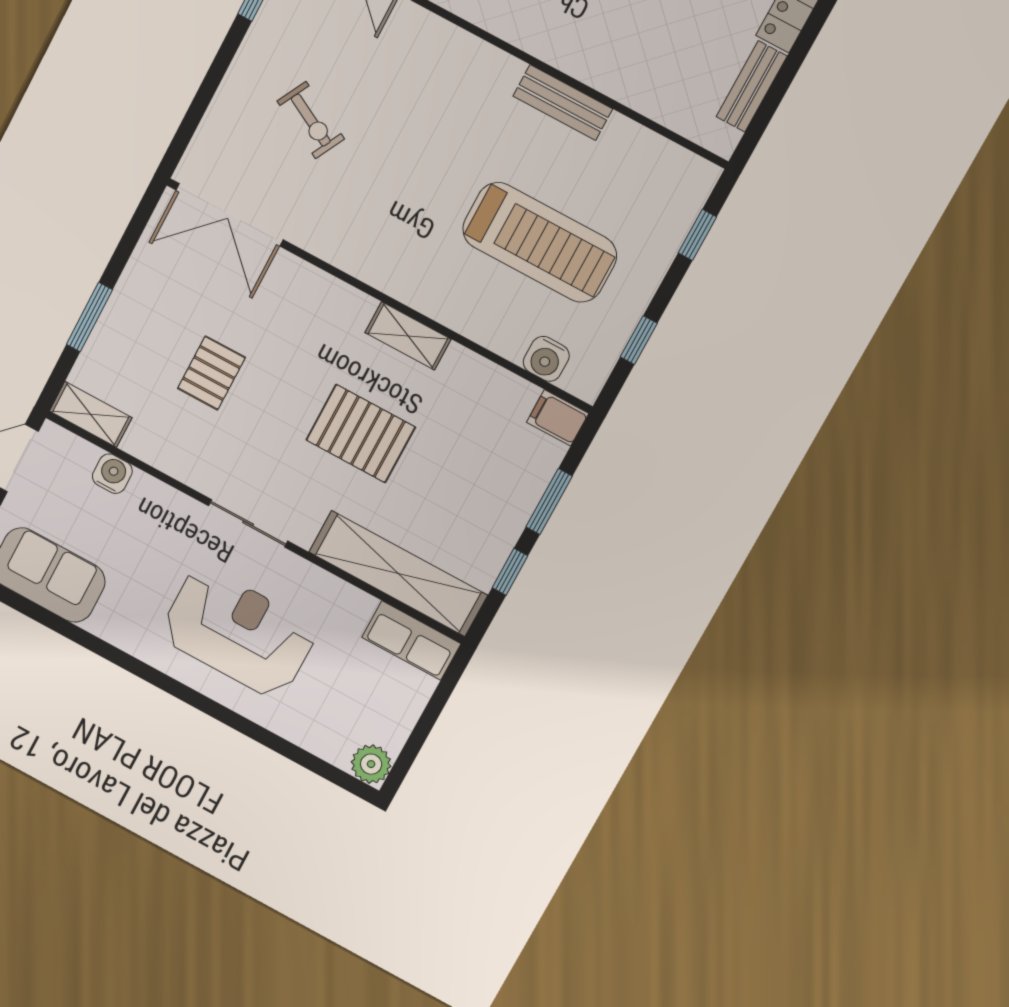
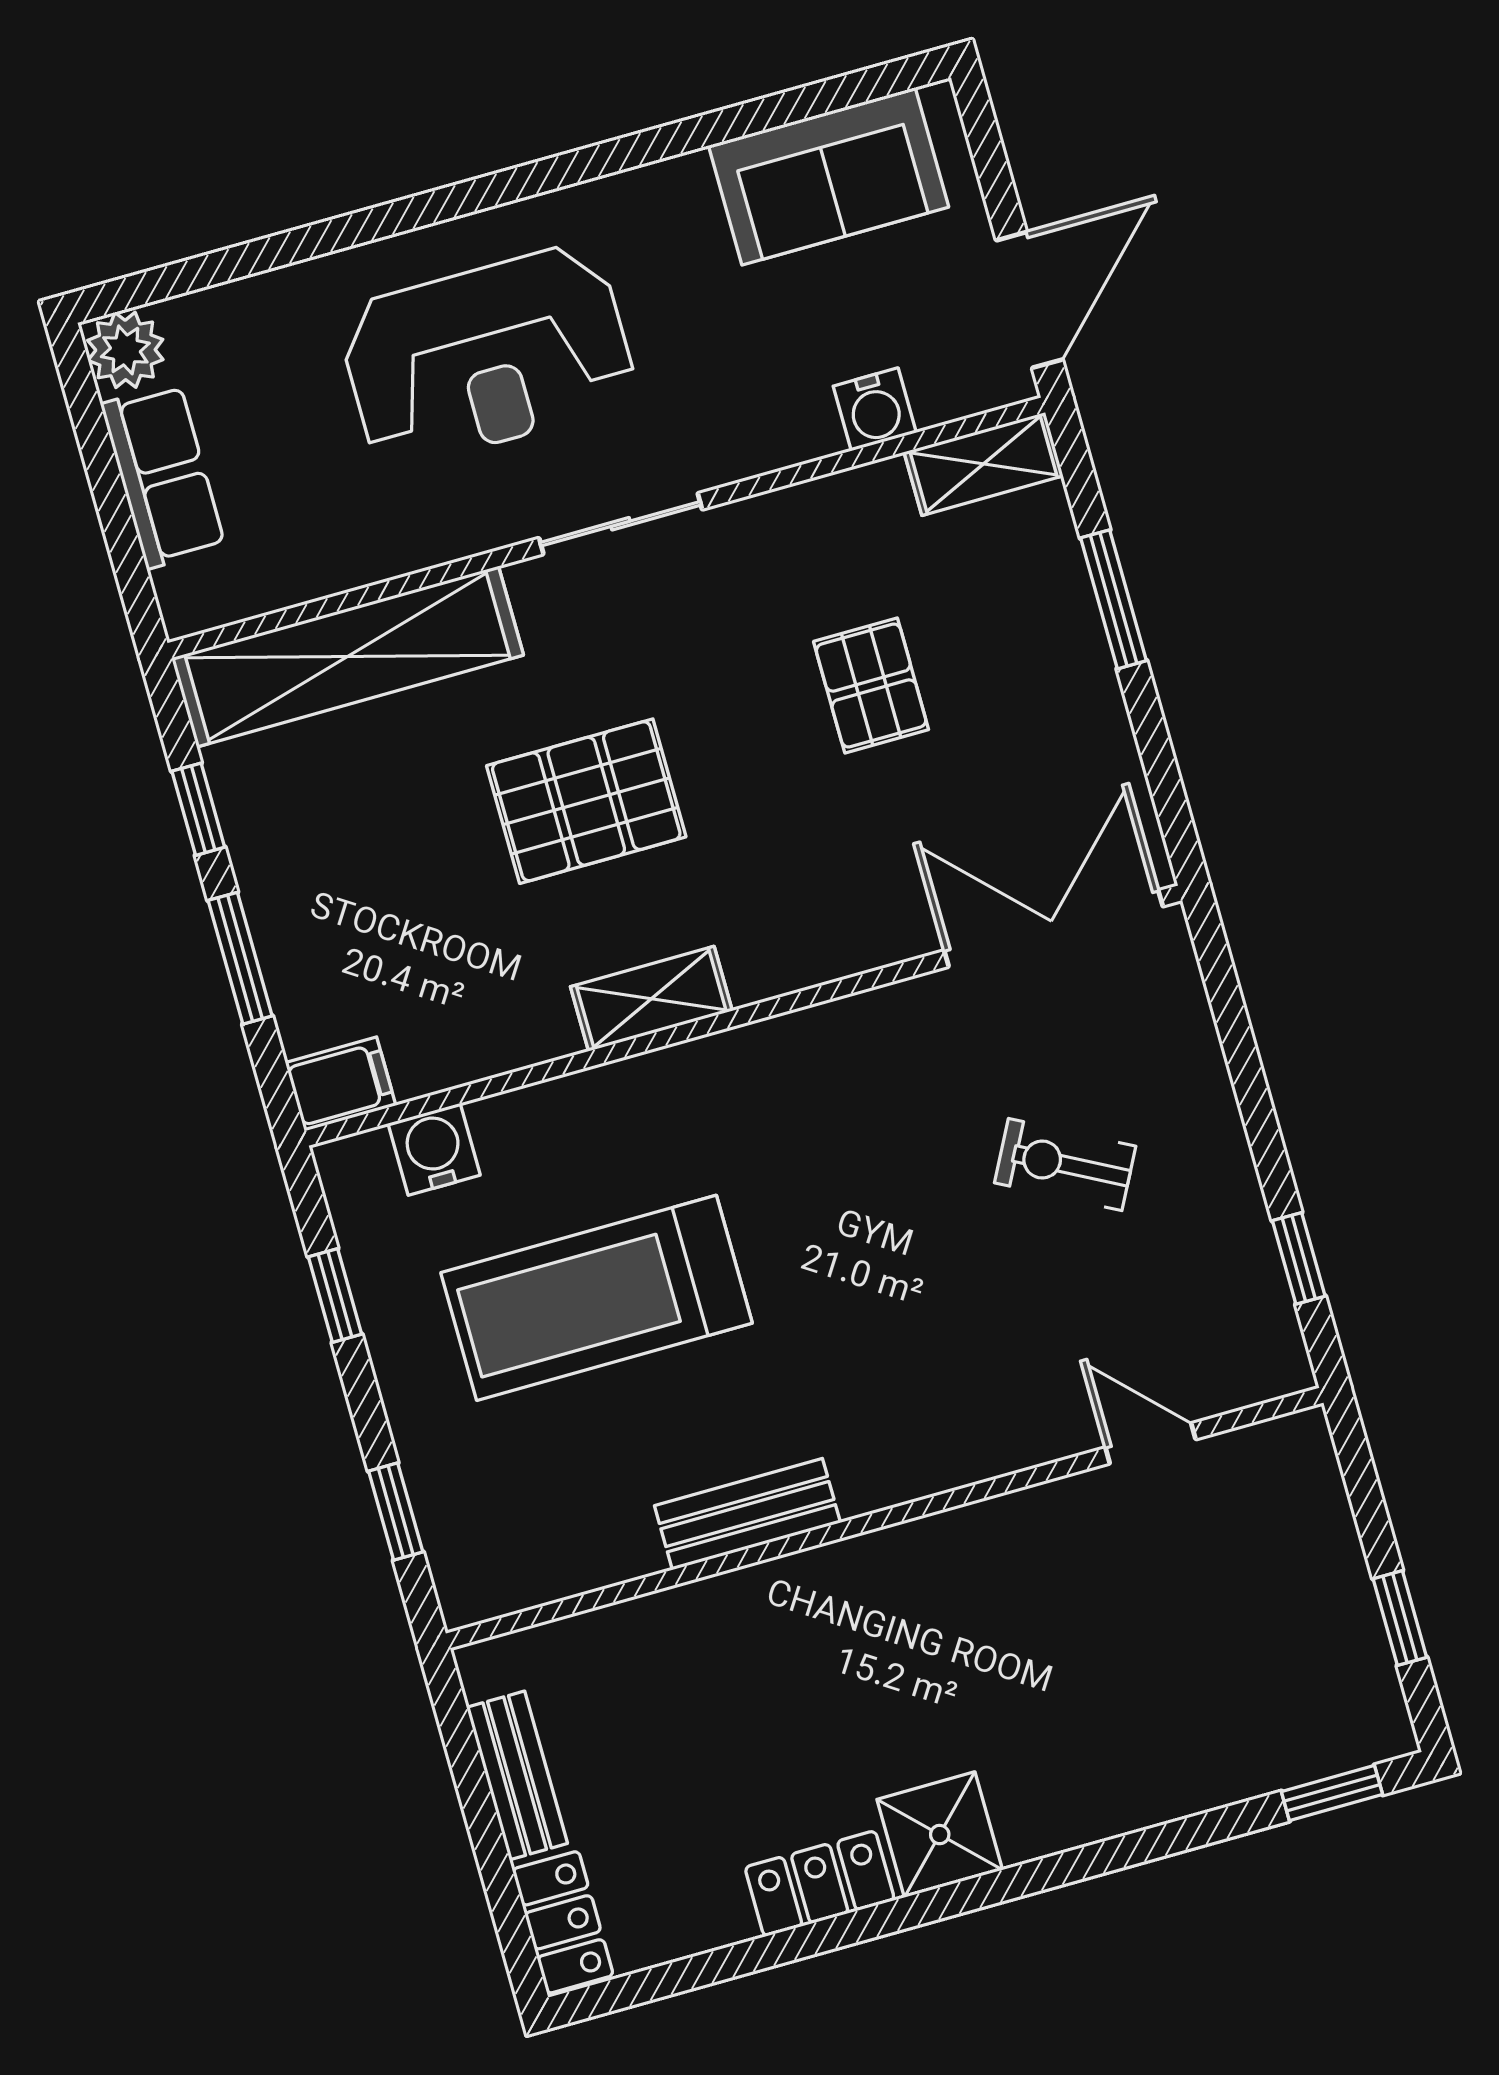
row of seats: (411, 640) -> (163, 476), moved, turned 90

